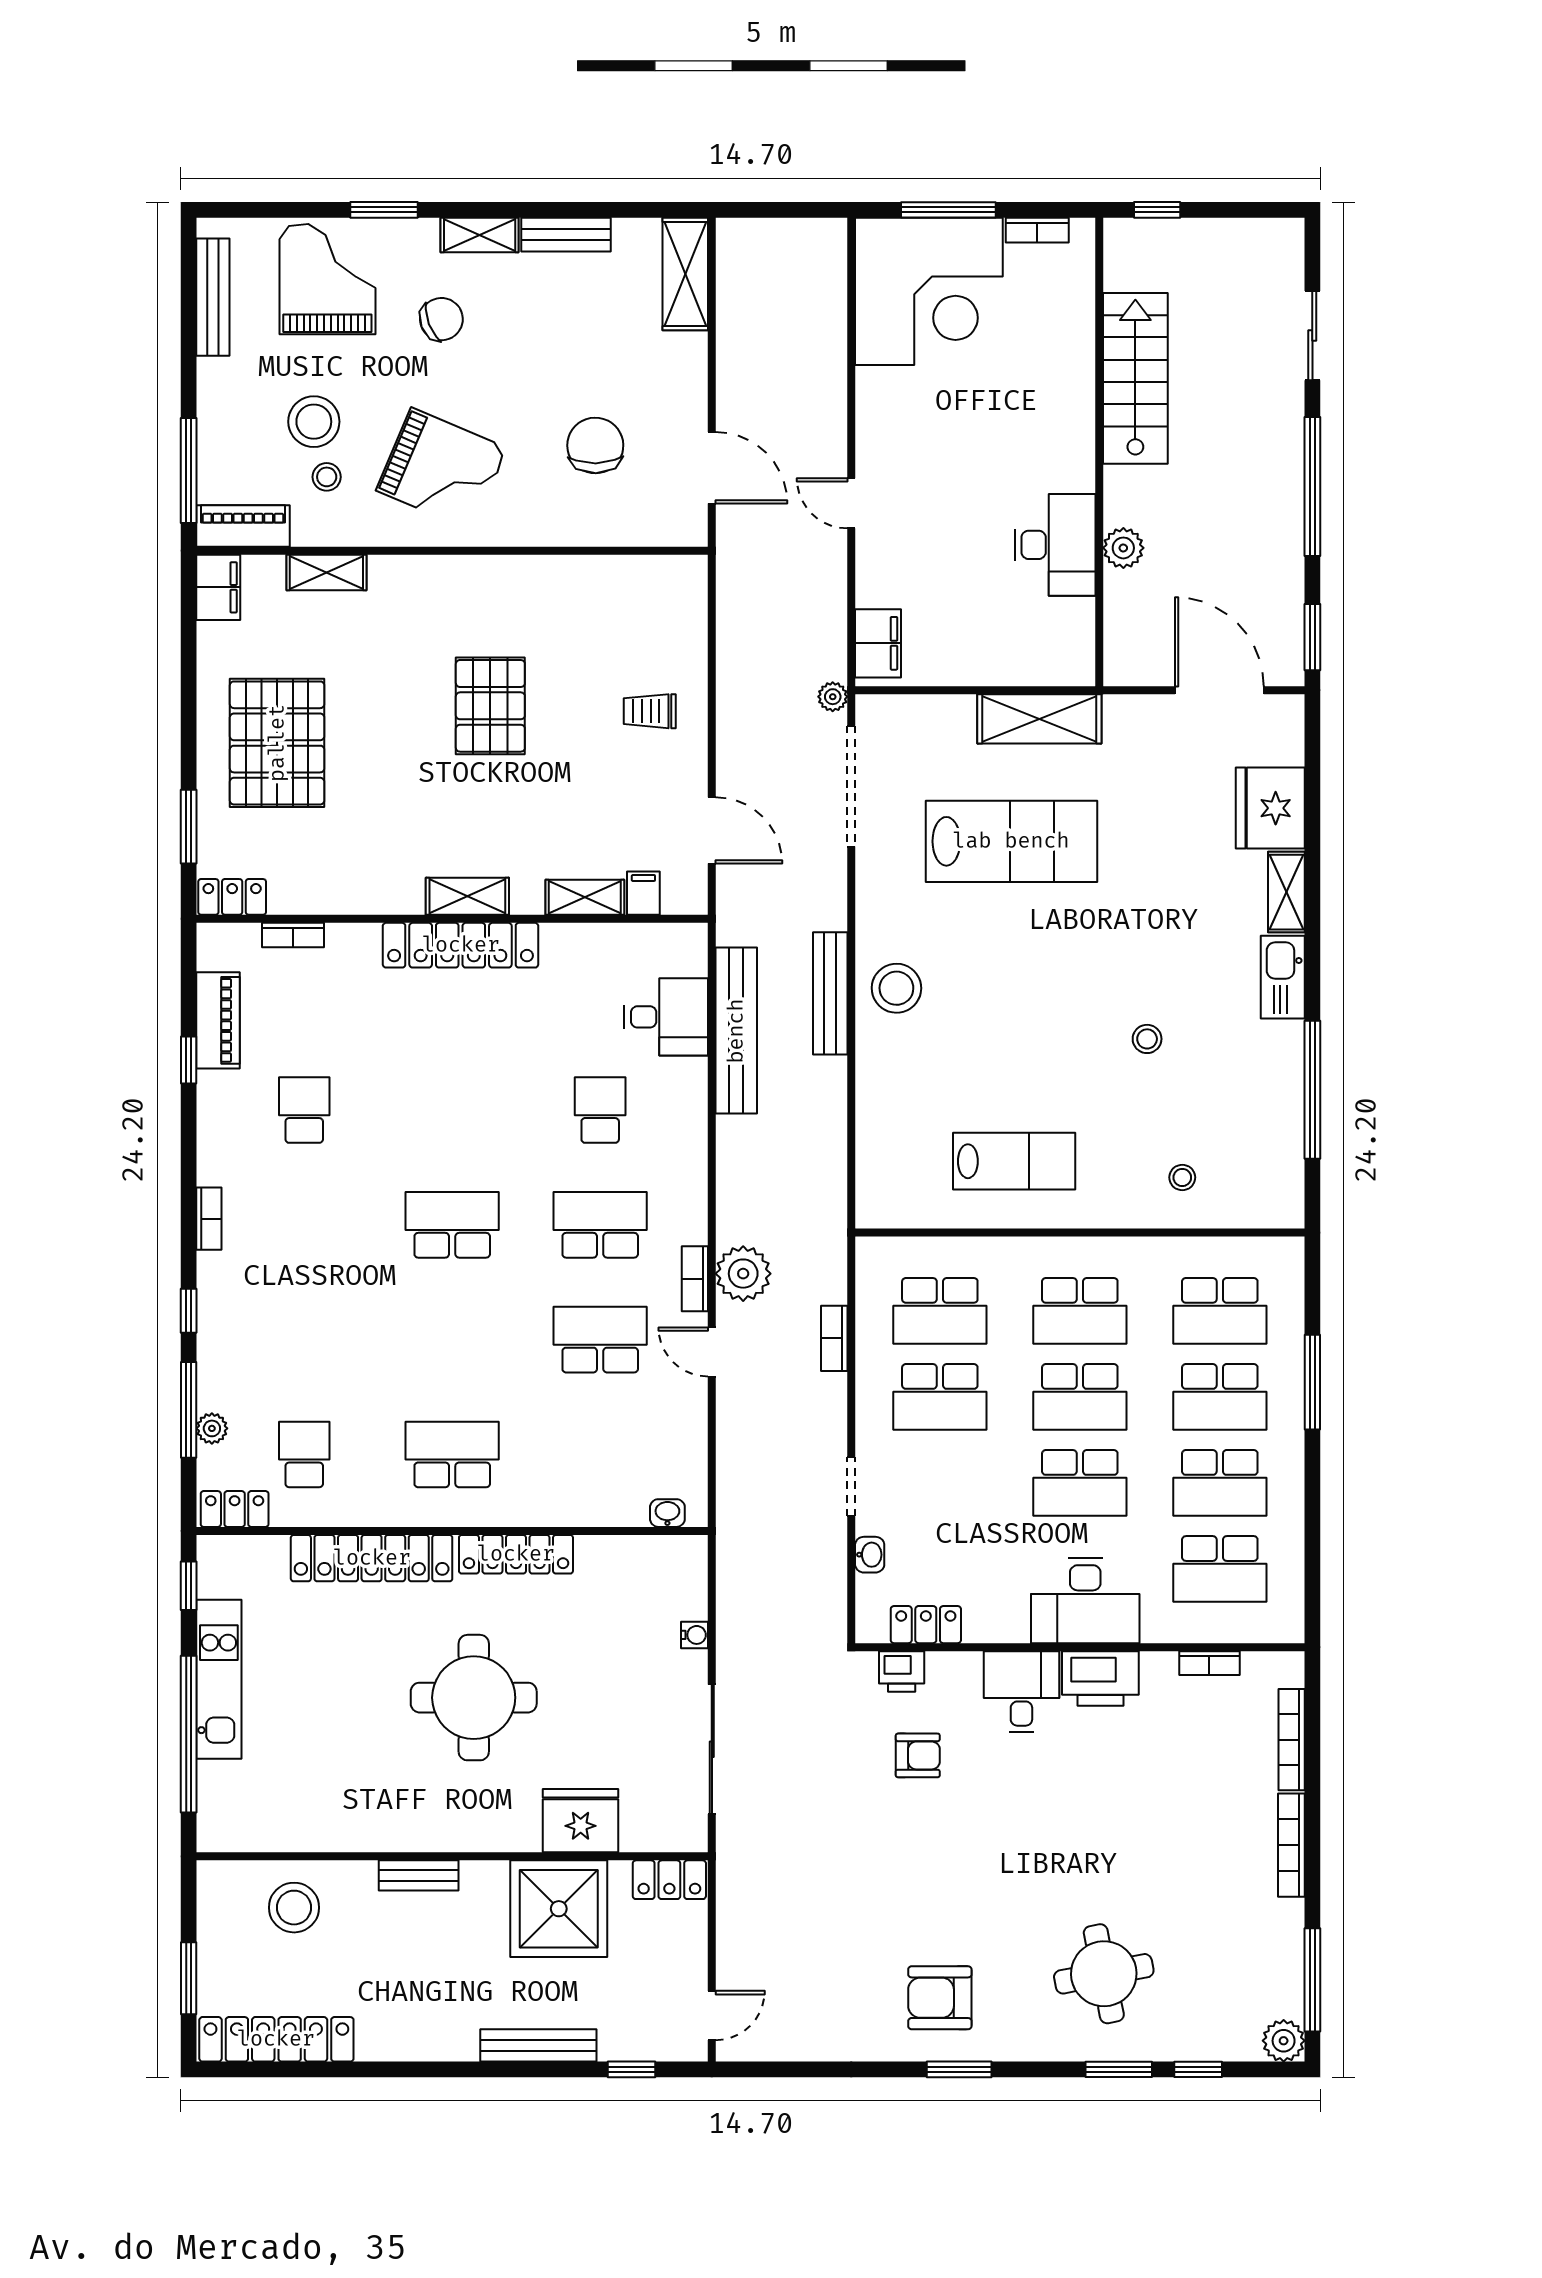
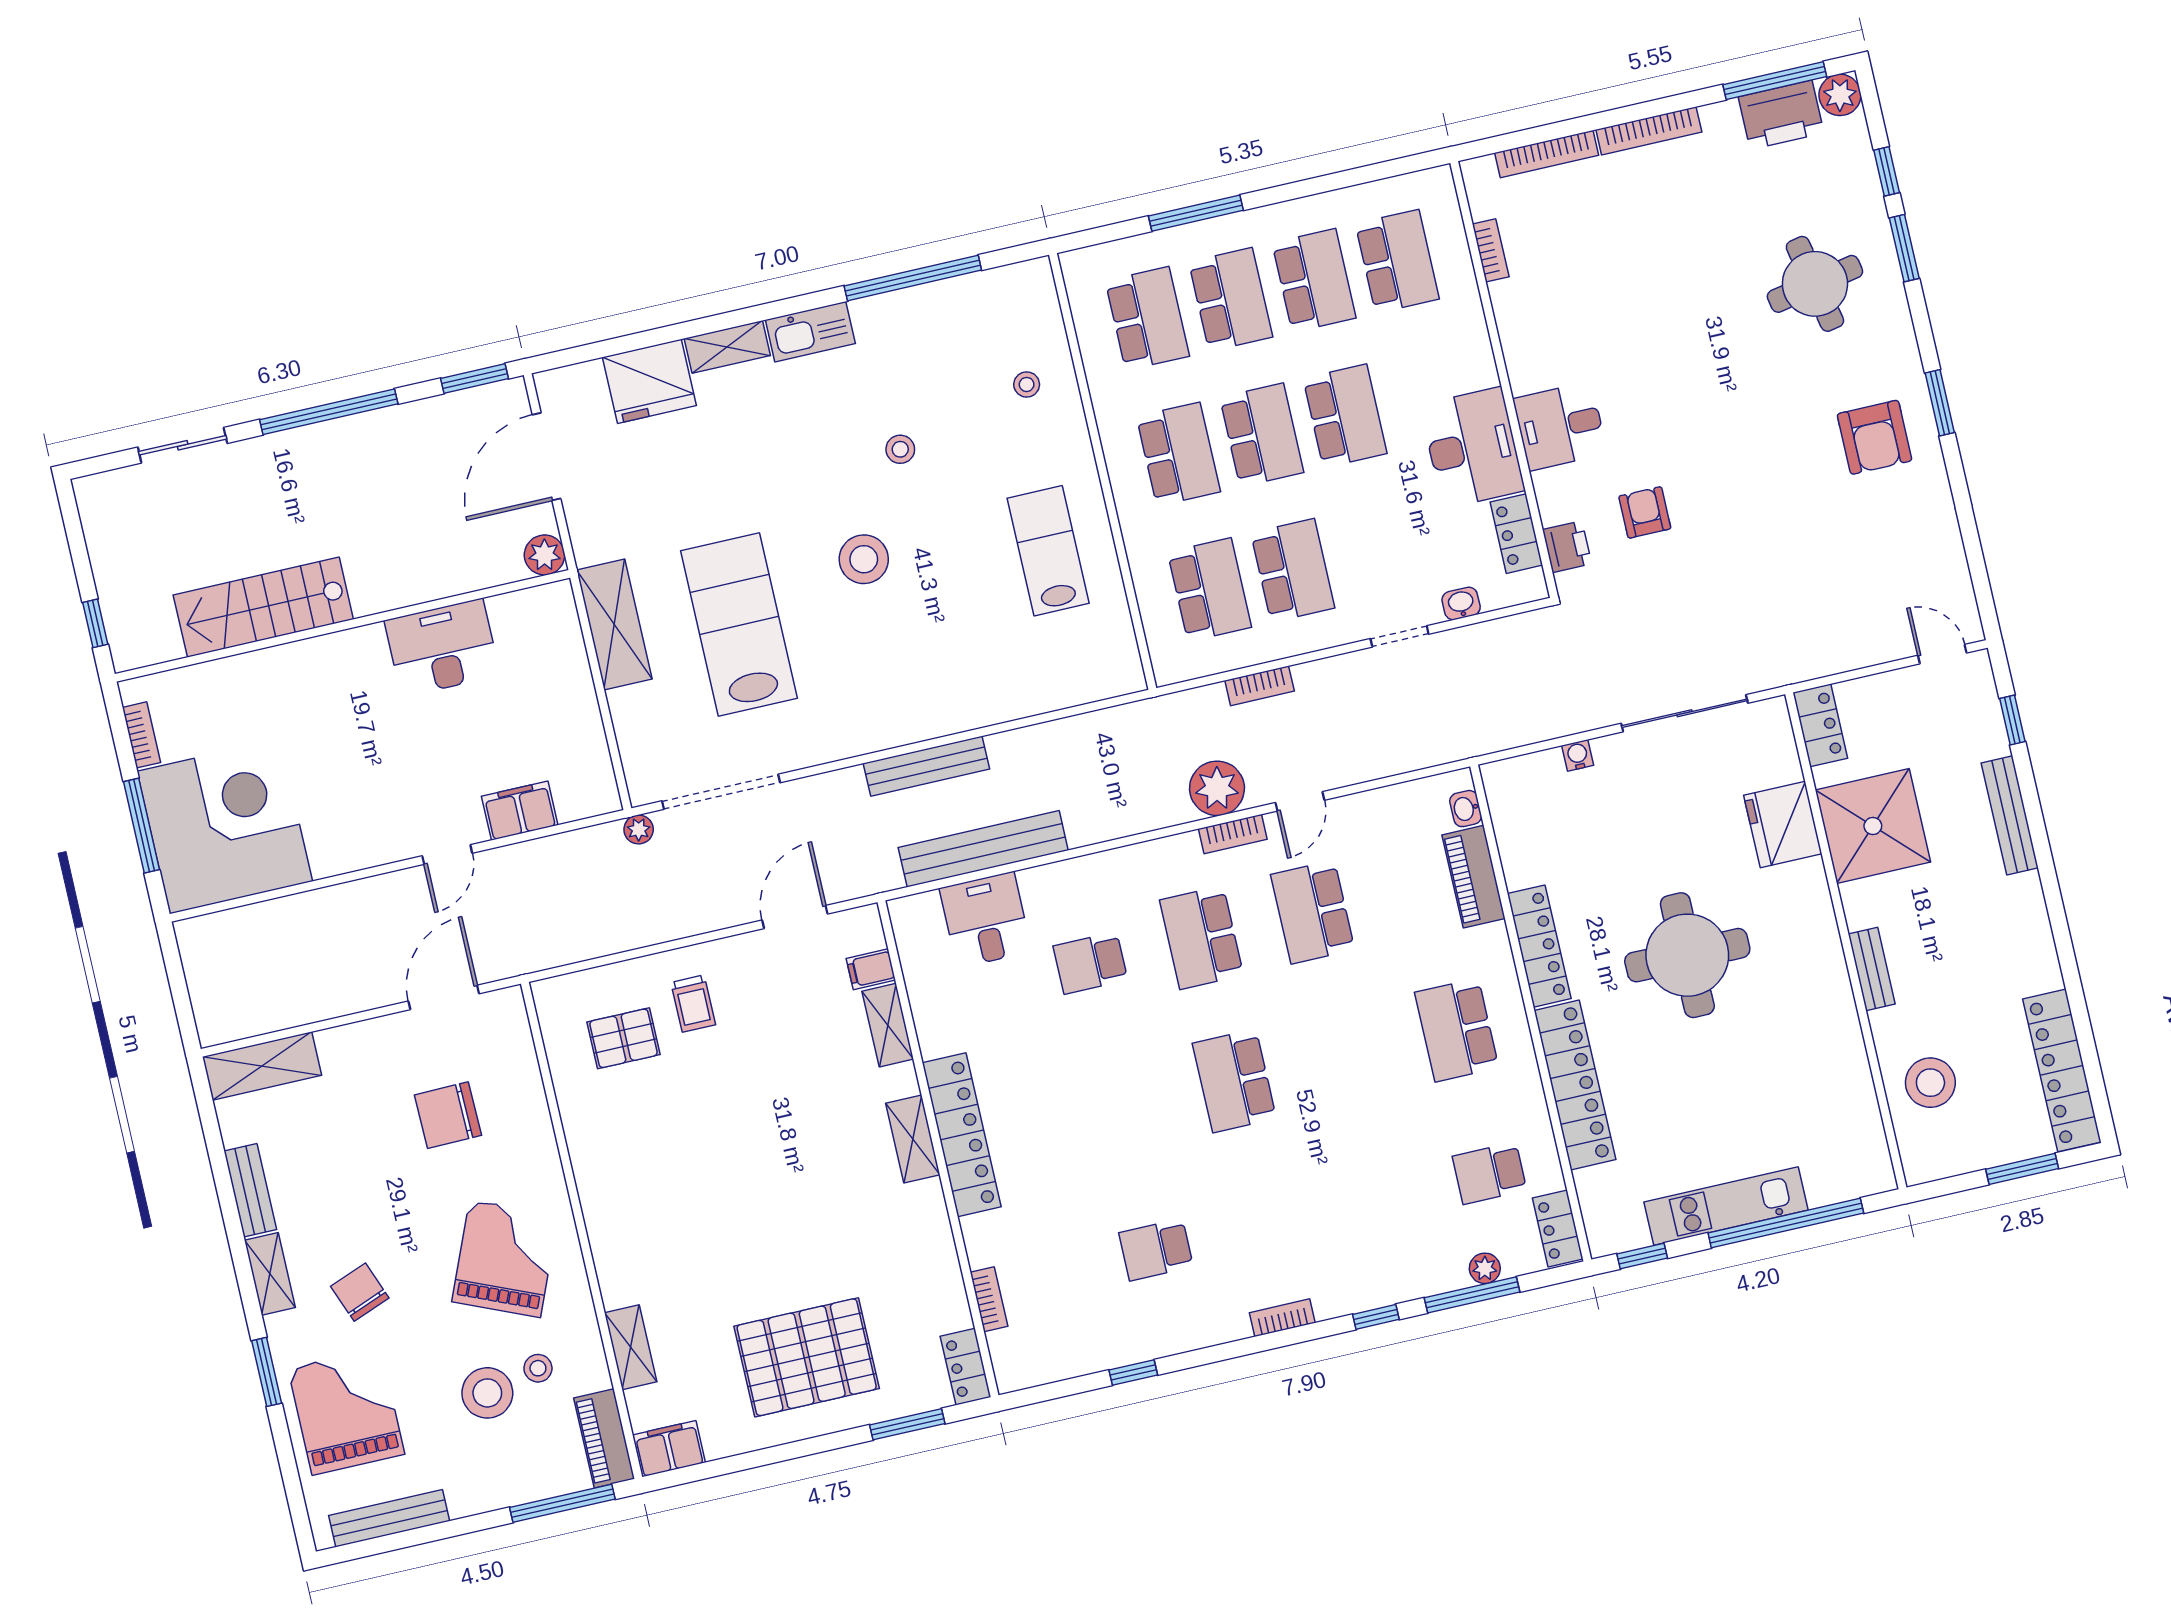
grand piano: (327, 279) -> (346, 1411), turned 90
plant: (1123, 548) -> (545, 555), moved
filing cabinet: (878, 643) -> (520, 811), moved
pallet: (490, 706) -> (623, 1038), moved, width x0.67, depth x0.71
stool: (896, 988) -> (864, 559), moved
piano: (218, 1020) -> (1474, 877), moved, turned -90
desk: (1085, 1601) -> (1472, 448), moved
printer: (1100, 1678) -> (1781, 115), moved, turned 90

